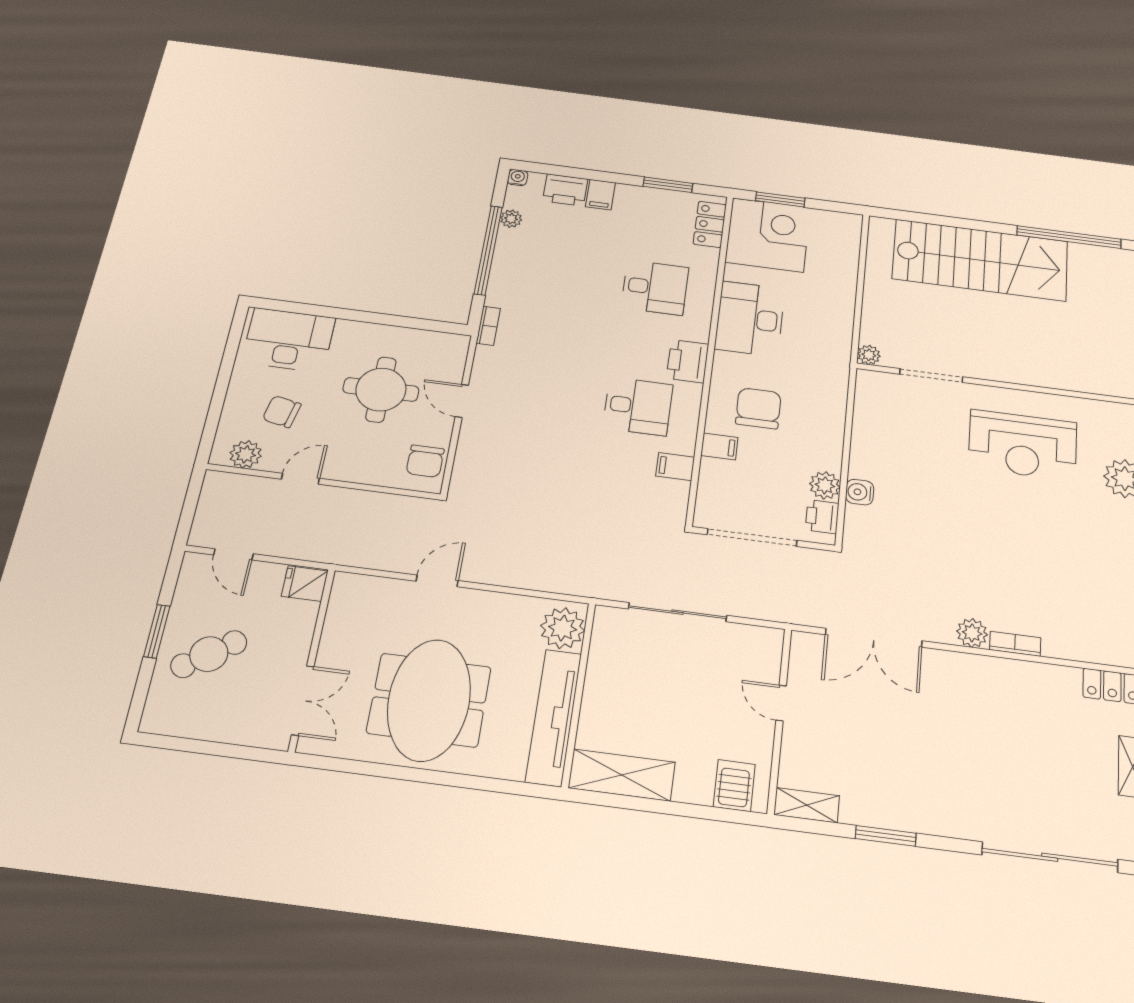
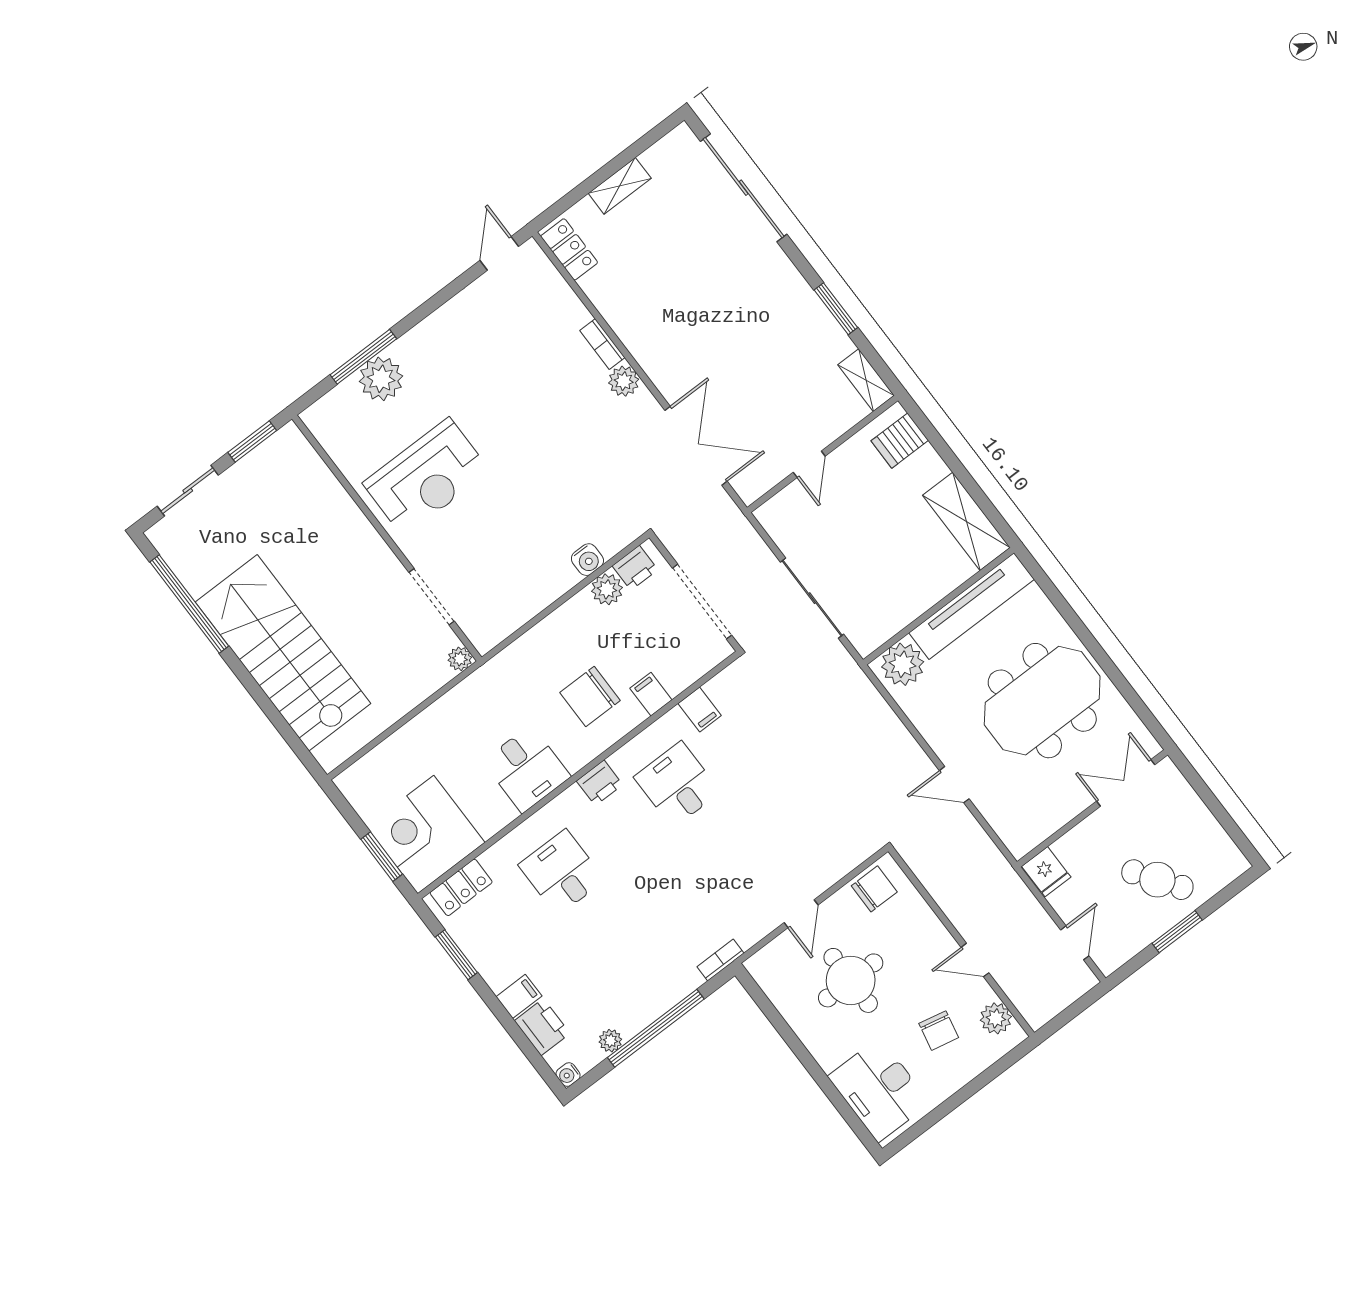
desk: (750, 319) -> (527, 769), width x0.73
printer: (688, 361) -> (600, 783), width x0.73, depth x0.81
reception desk: (1023, 445) -> (426, 477), turned 90

